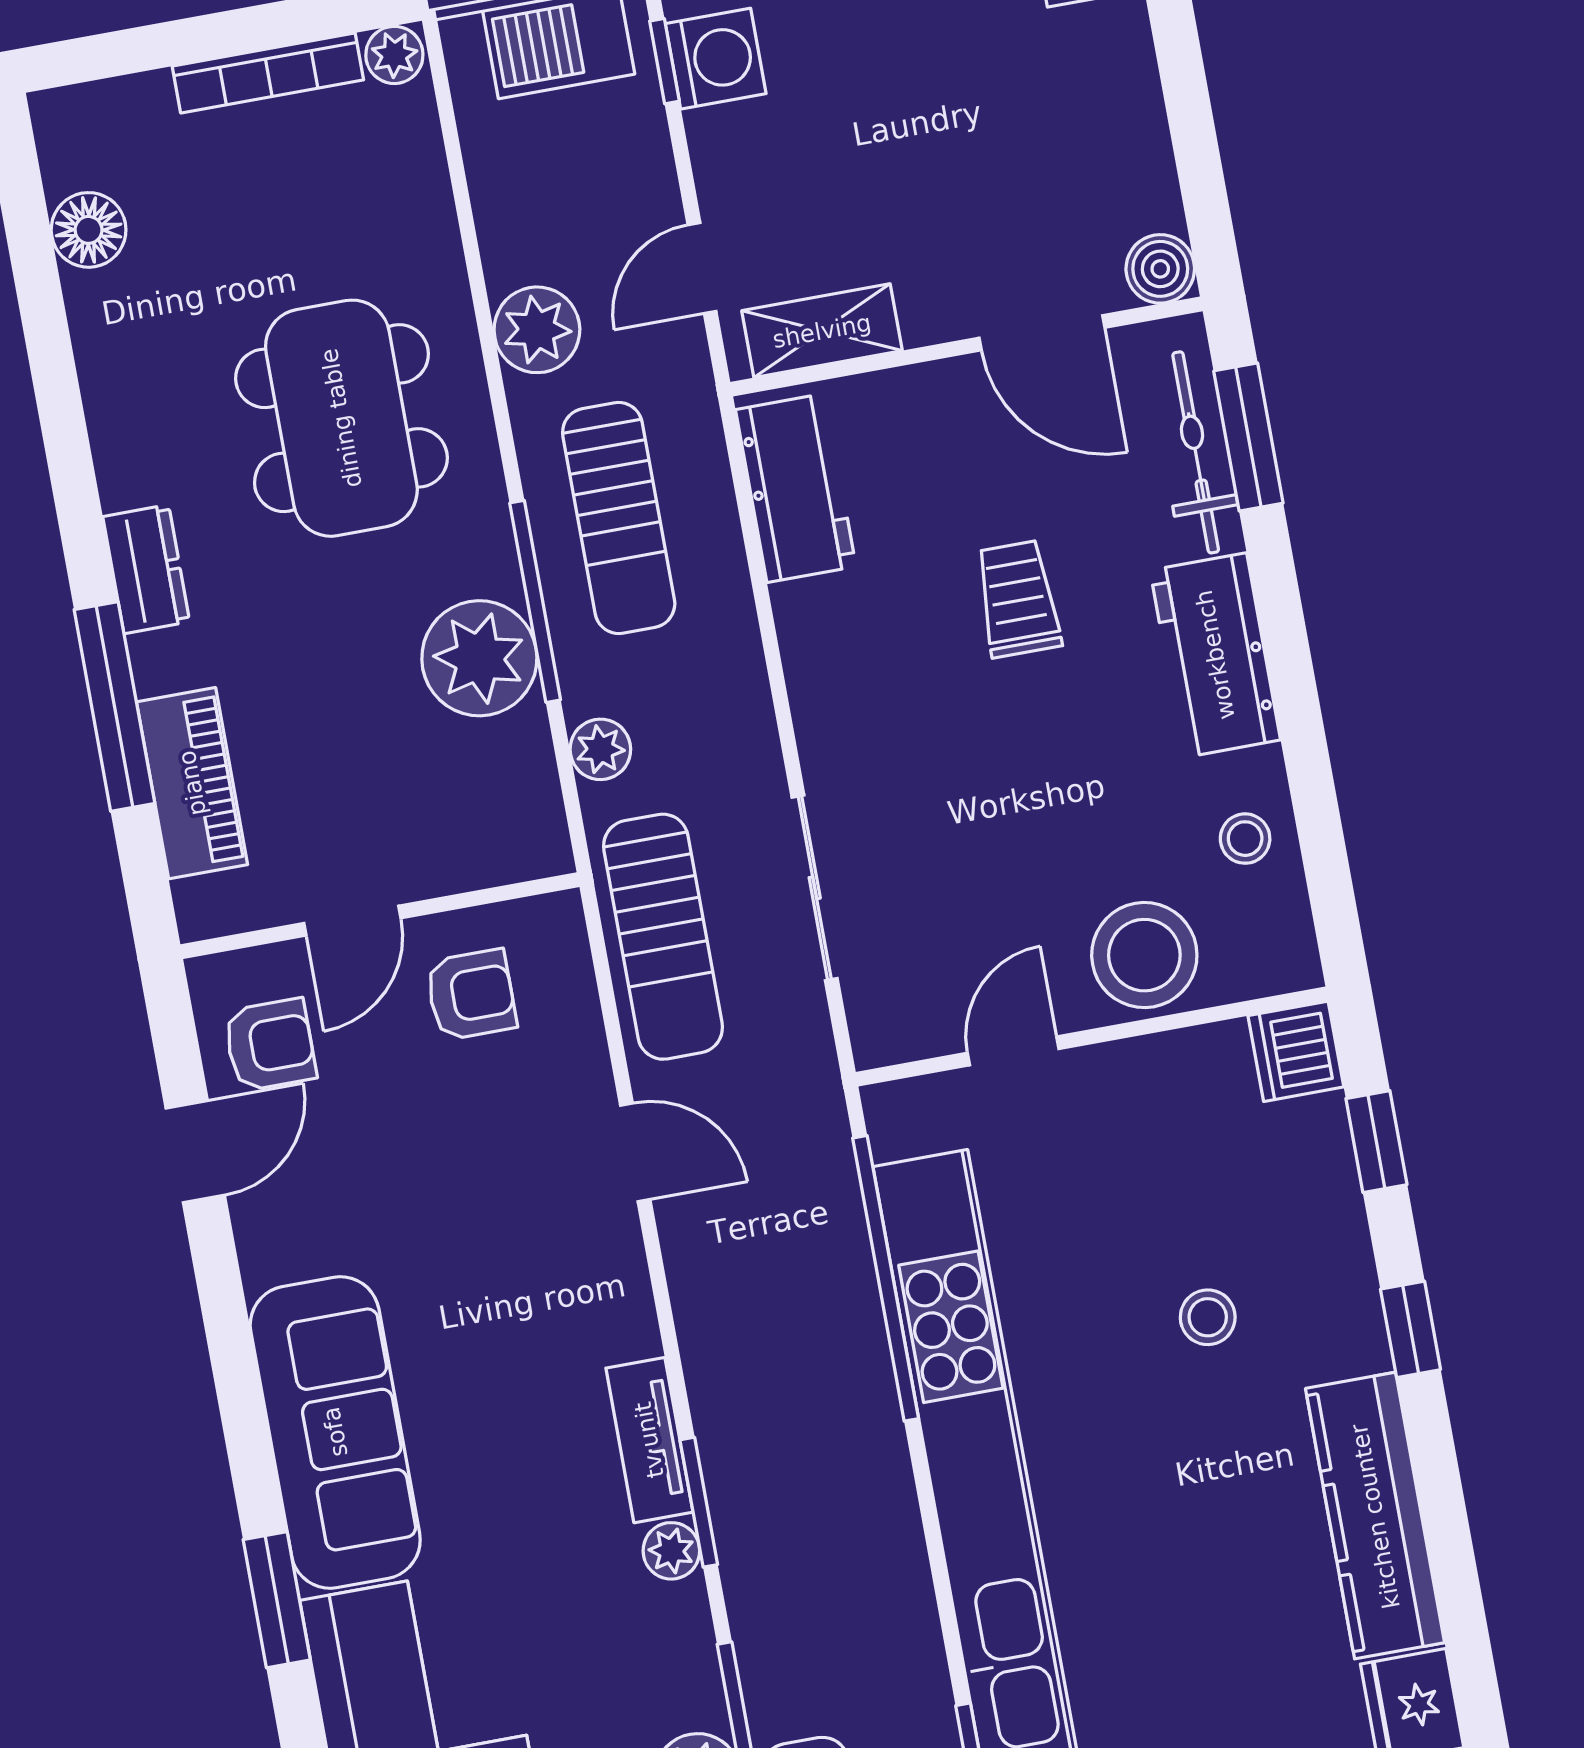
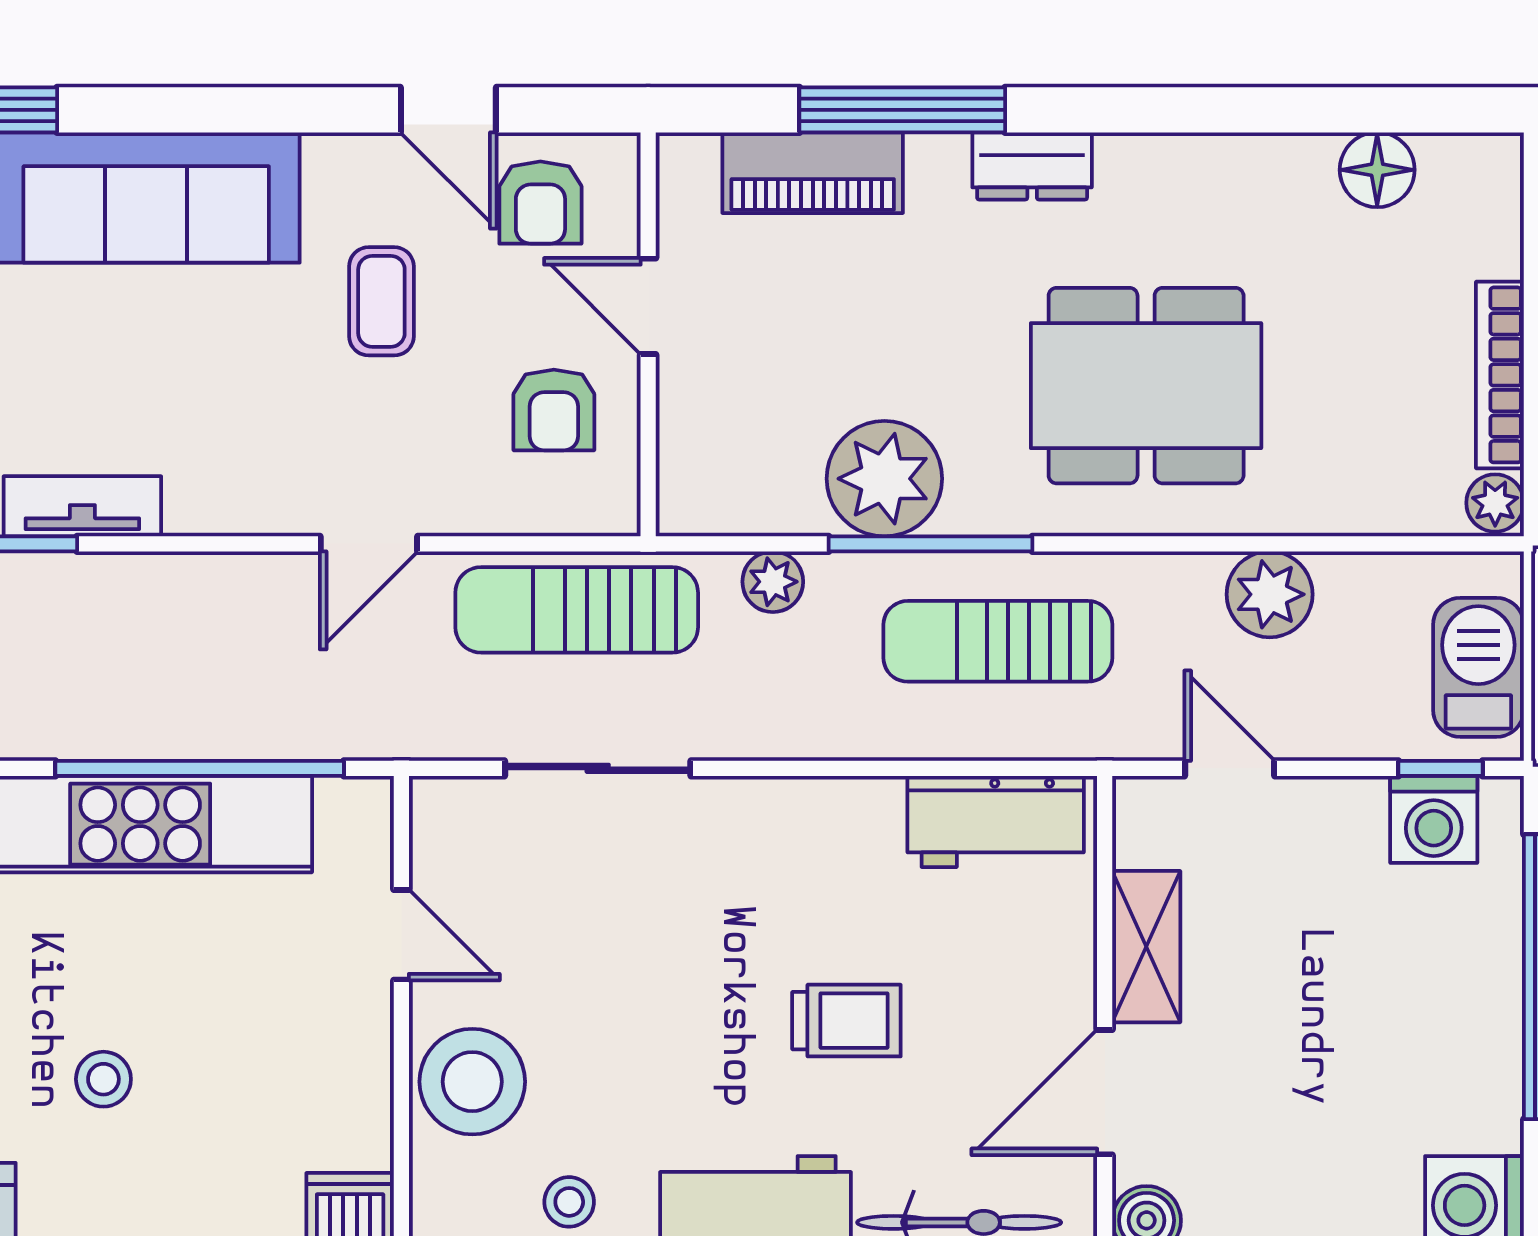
plant: (537, 330) -> (1270, 594), moved
shelving: (822, 331) -> (1146, 947), moved
coffee table: (395, 1183) -> (381, 301), added

